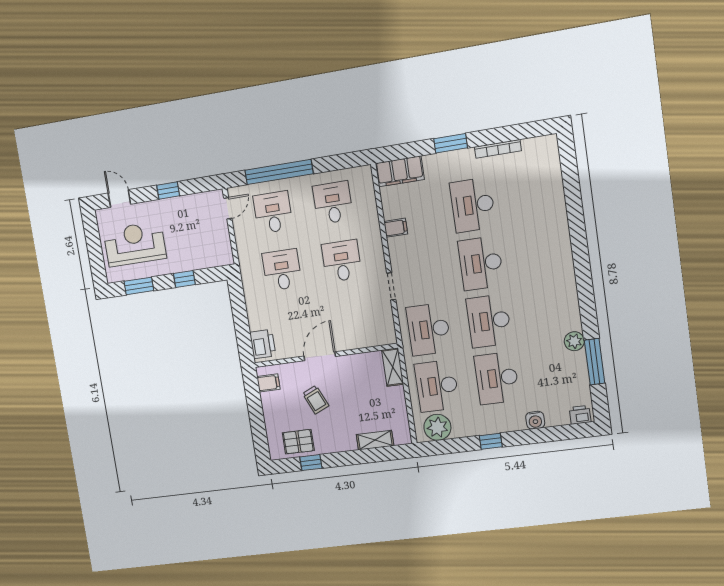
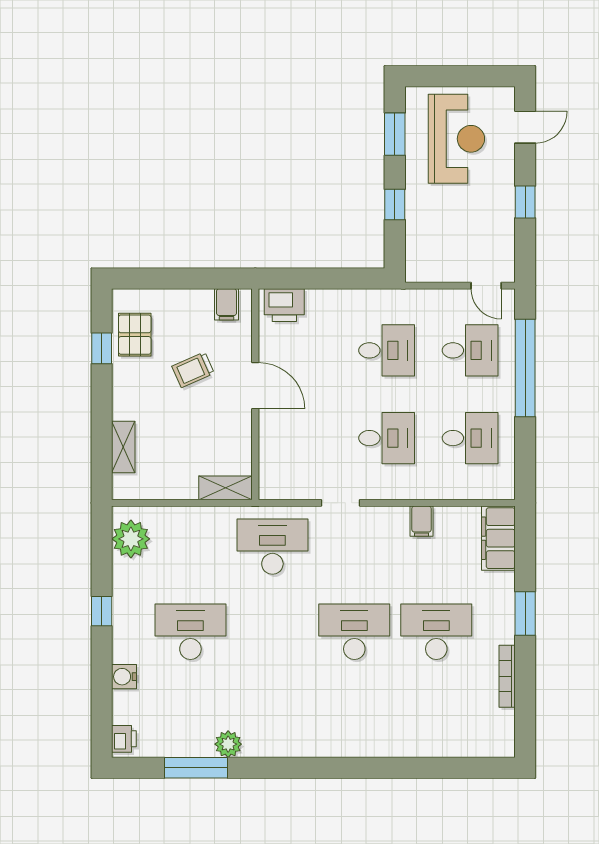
desk: (489, 321) -> (272, 632), removed
desk: (437, 386) -> (190, 547), removed

